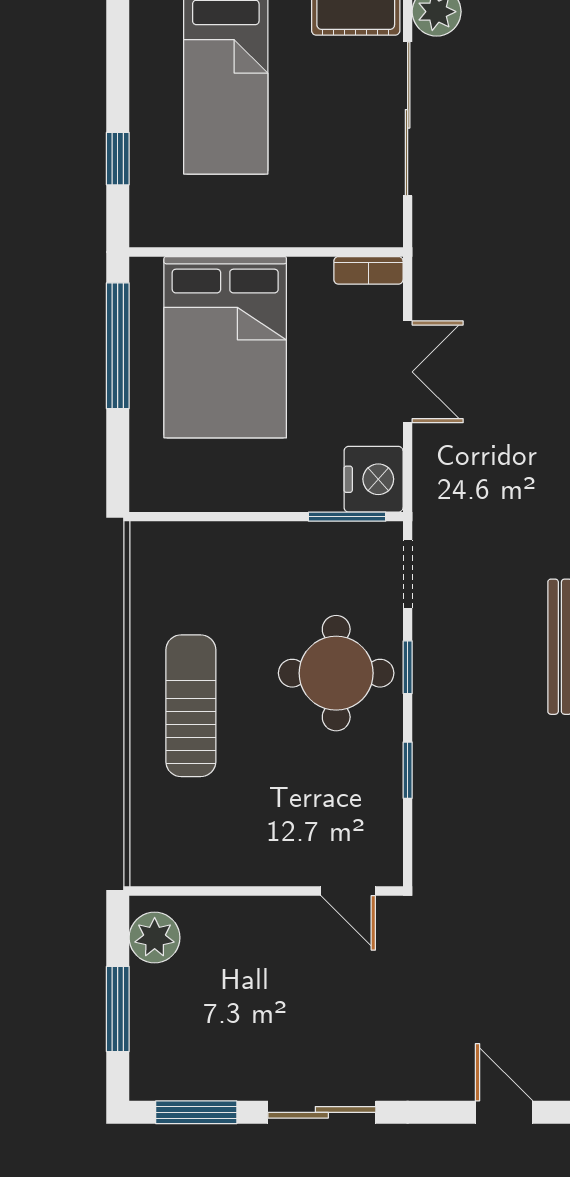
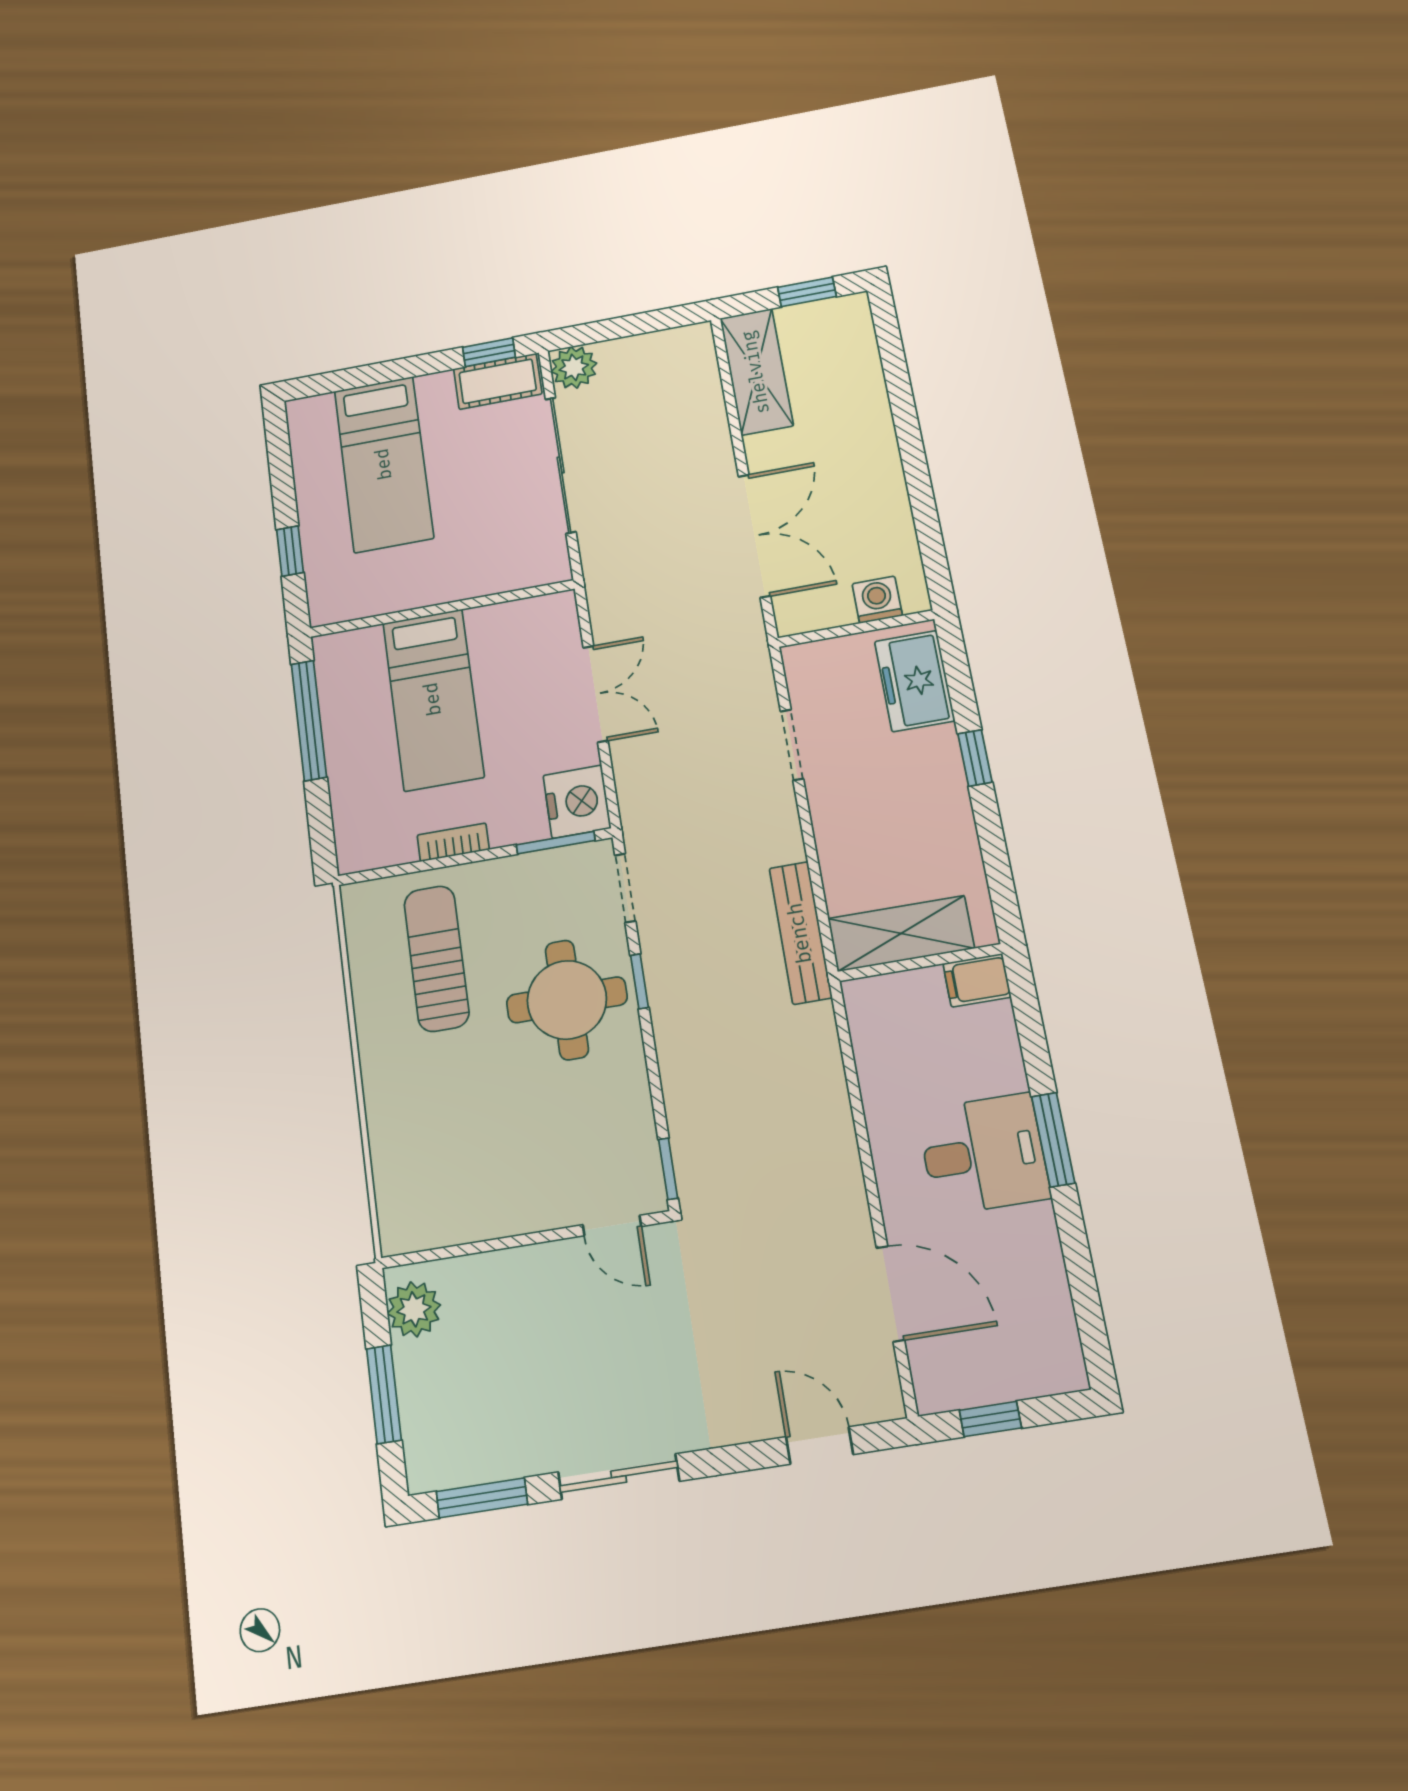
bookcase: (368, 270) -> (453, 842), moved, turned 180
bed: (225, 347) -> (433, 699), width x0.67
sun lounger: (191, 706) -> (436, 958), moved
window: (408, 770) -> (668, 1169), moved

